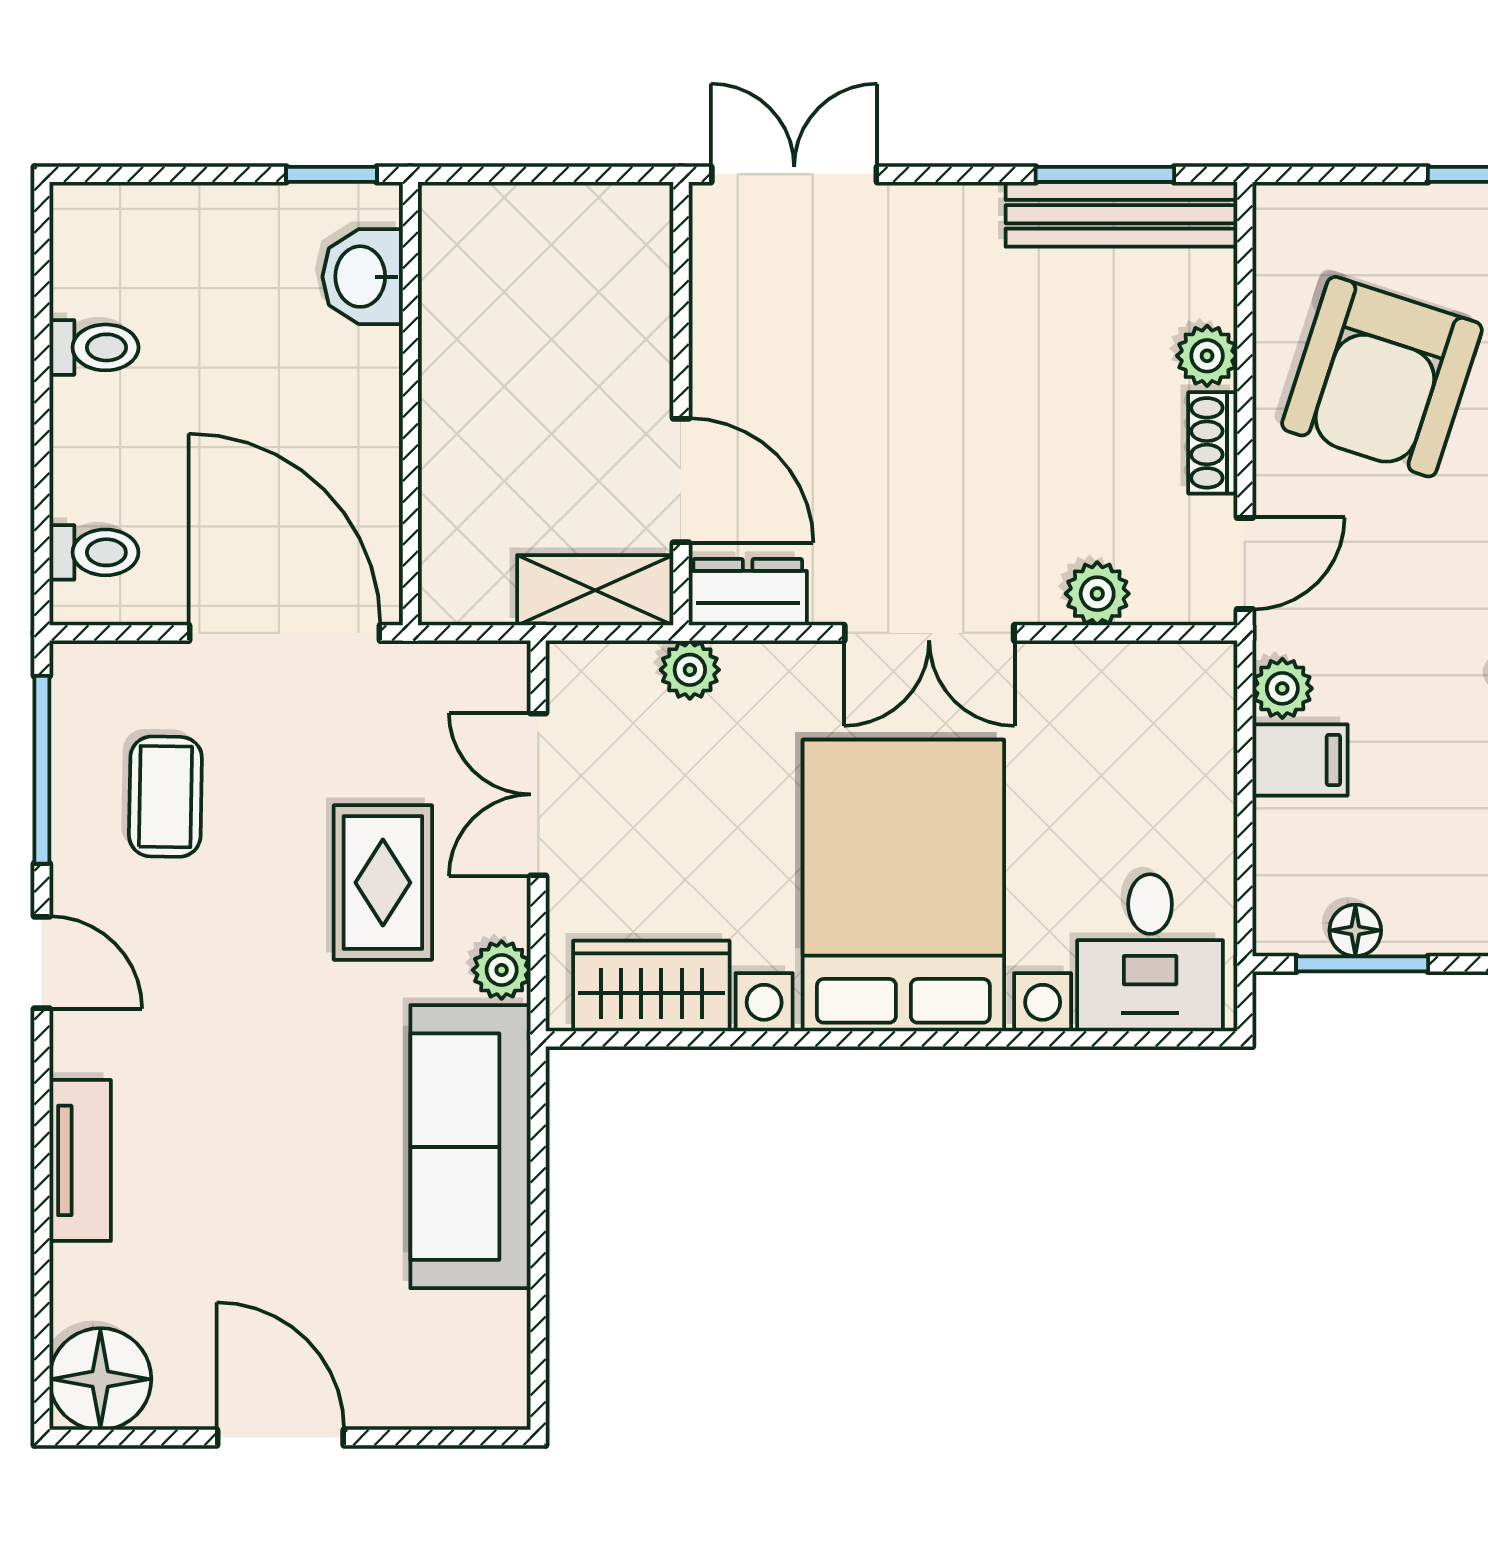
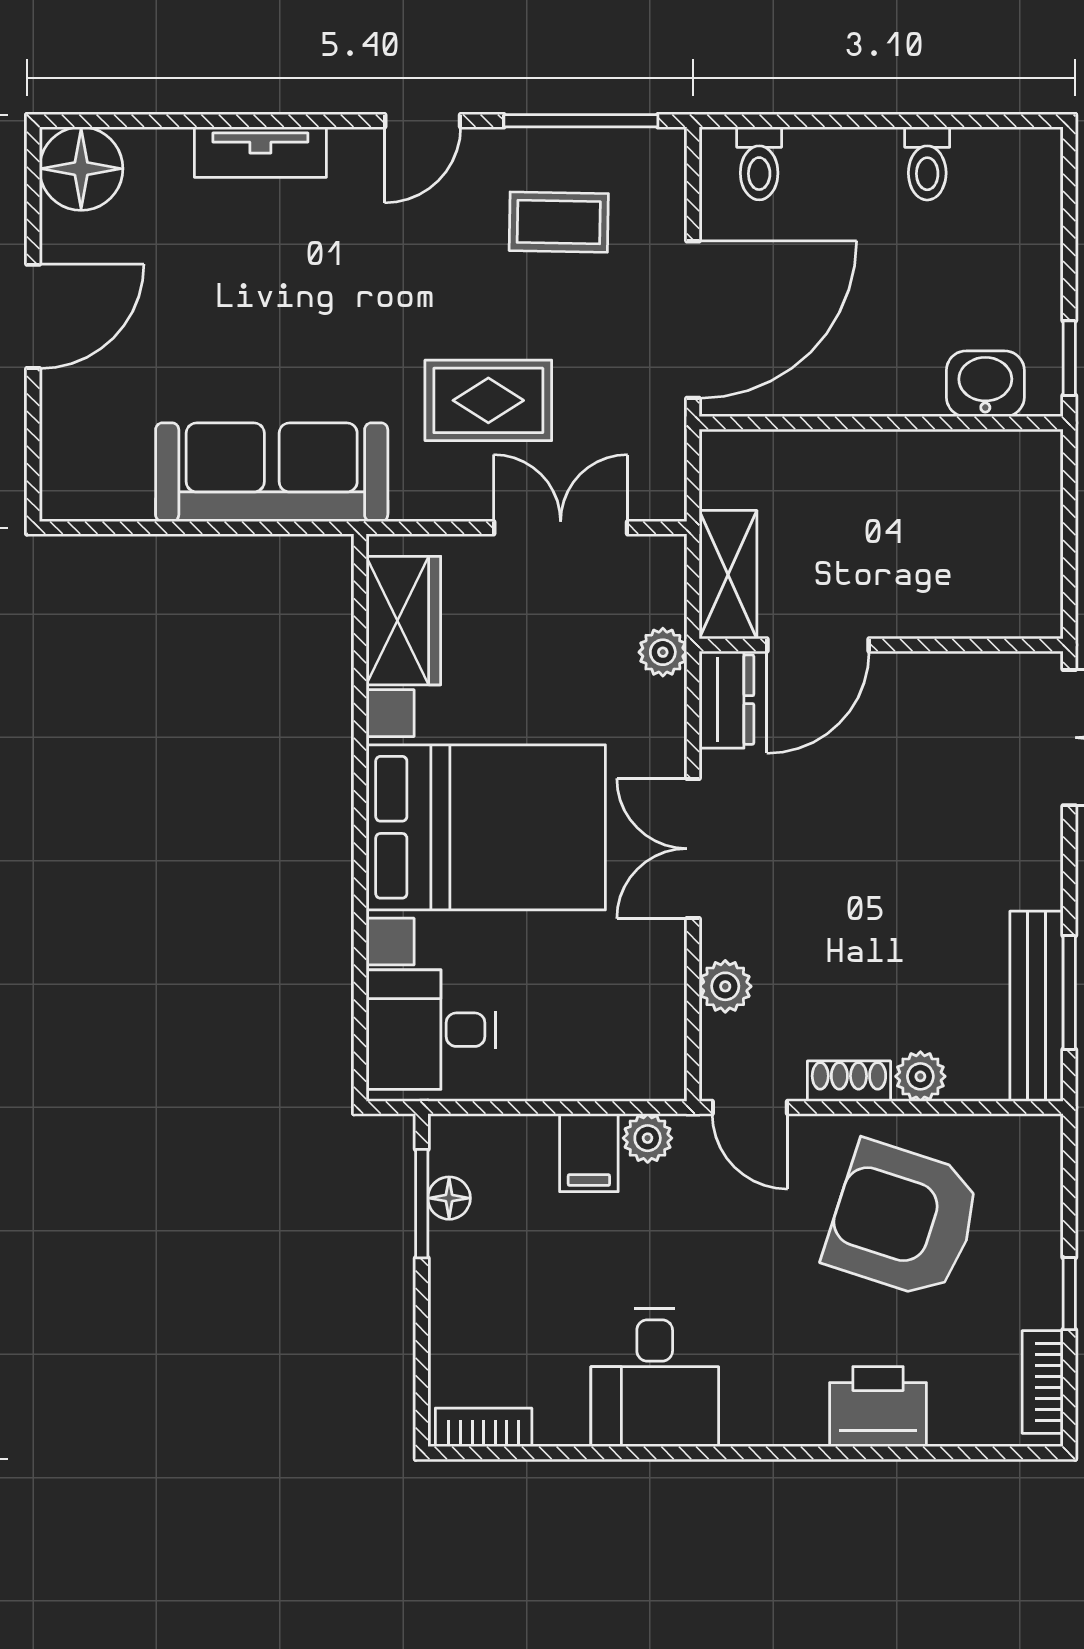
plant: (502, 970) -> (417, 498), removed

